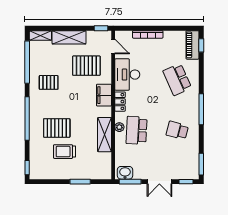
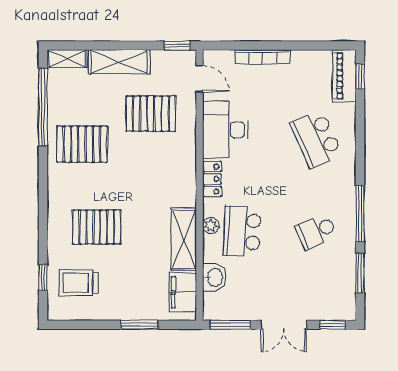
pallet: (49, 82) -> (82, 144), width x1.50, depth x1.42
filing cabinet: (104, 95) -> (183, 292), moved
window: (201, 109) -> (360, 214), moved
window: (27, 118) -> (43, 210), removed
school desk: (177, 130) -> (316, 231), turned -39
trolley: (65, 152) -> (79, 283), moved
window: (201, 164) -> (360, 273), moved
window: (27, 168) -> (43, 278), moved
washbasin: (125, 173) -> (214, 277), moved, turned 90

